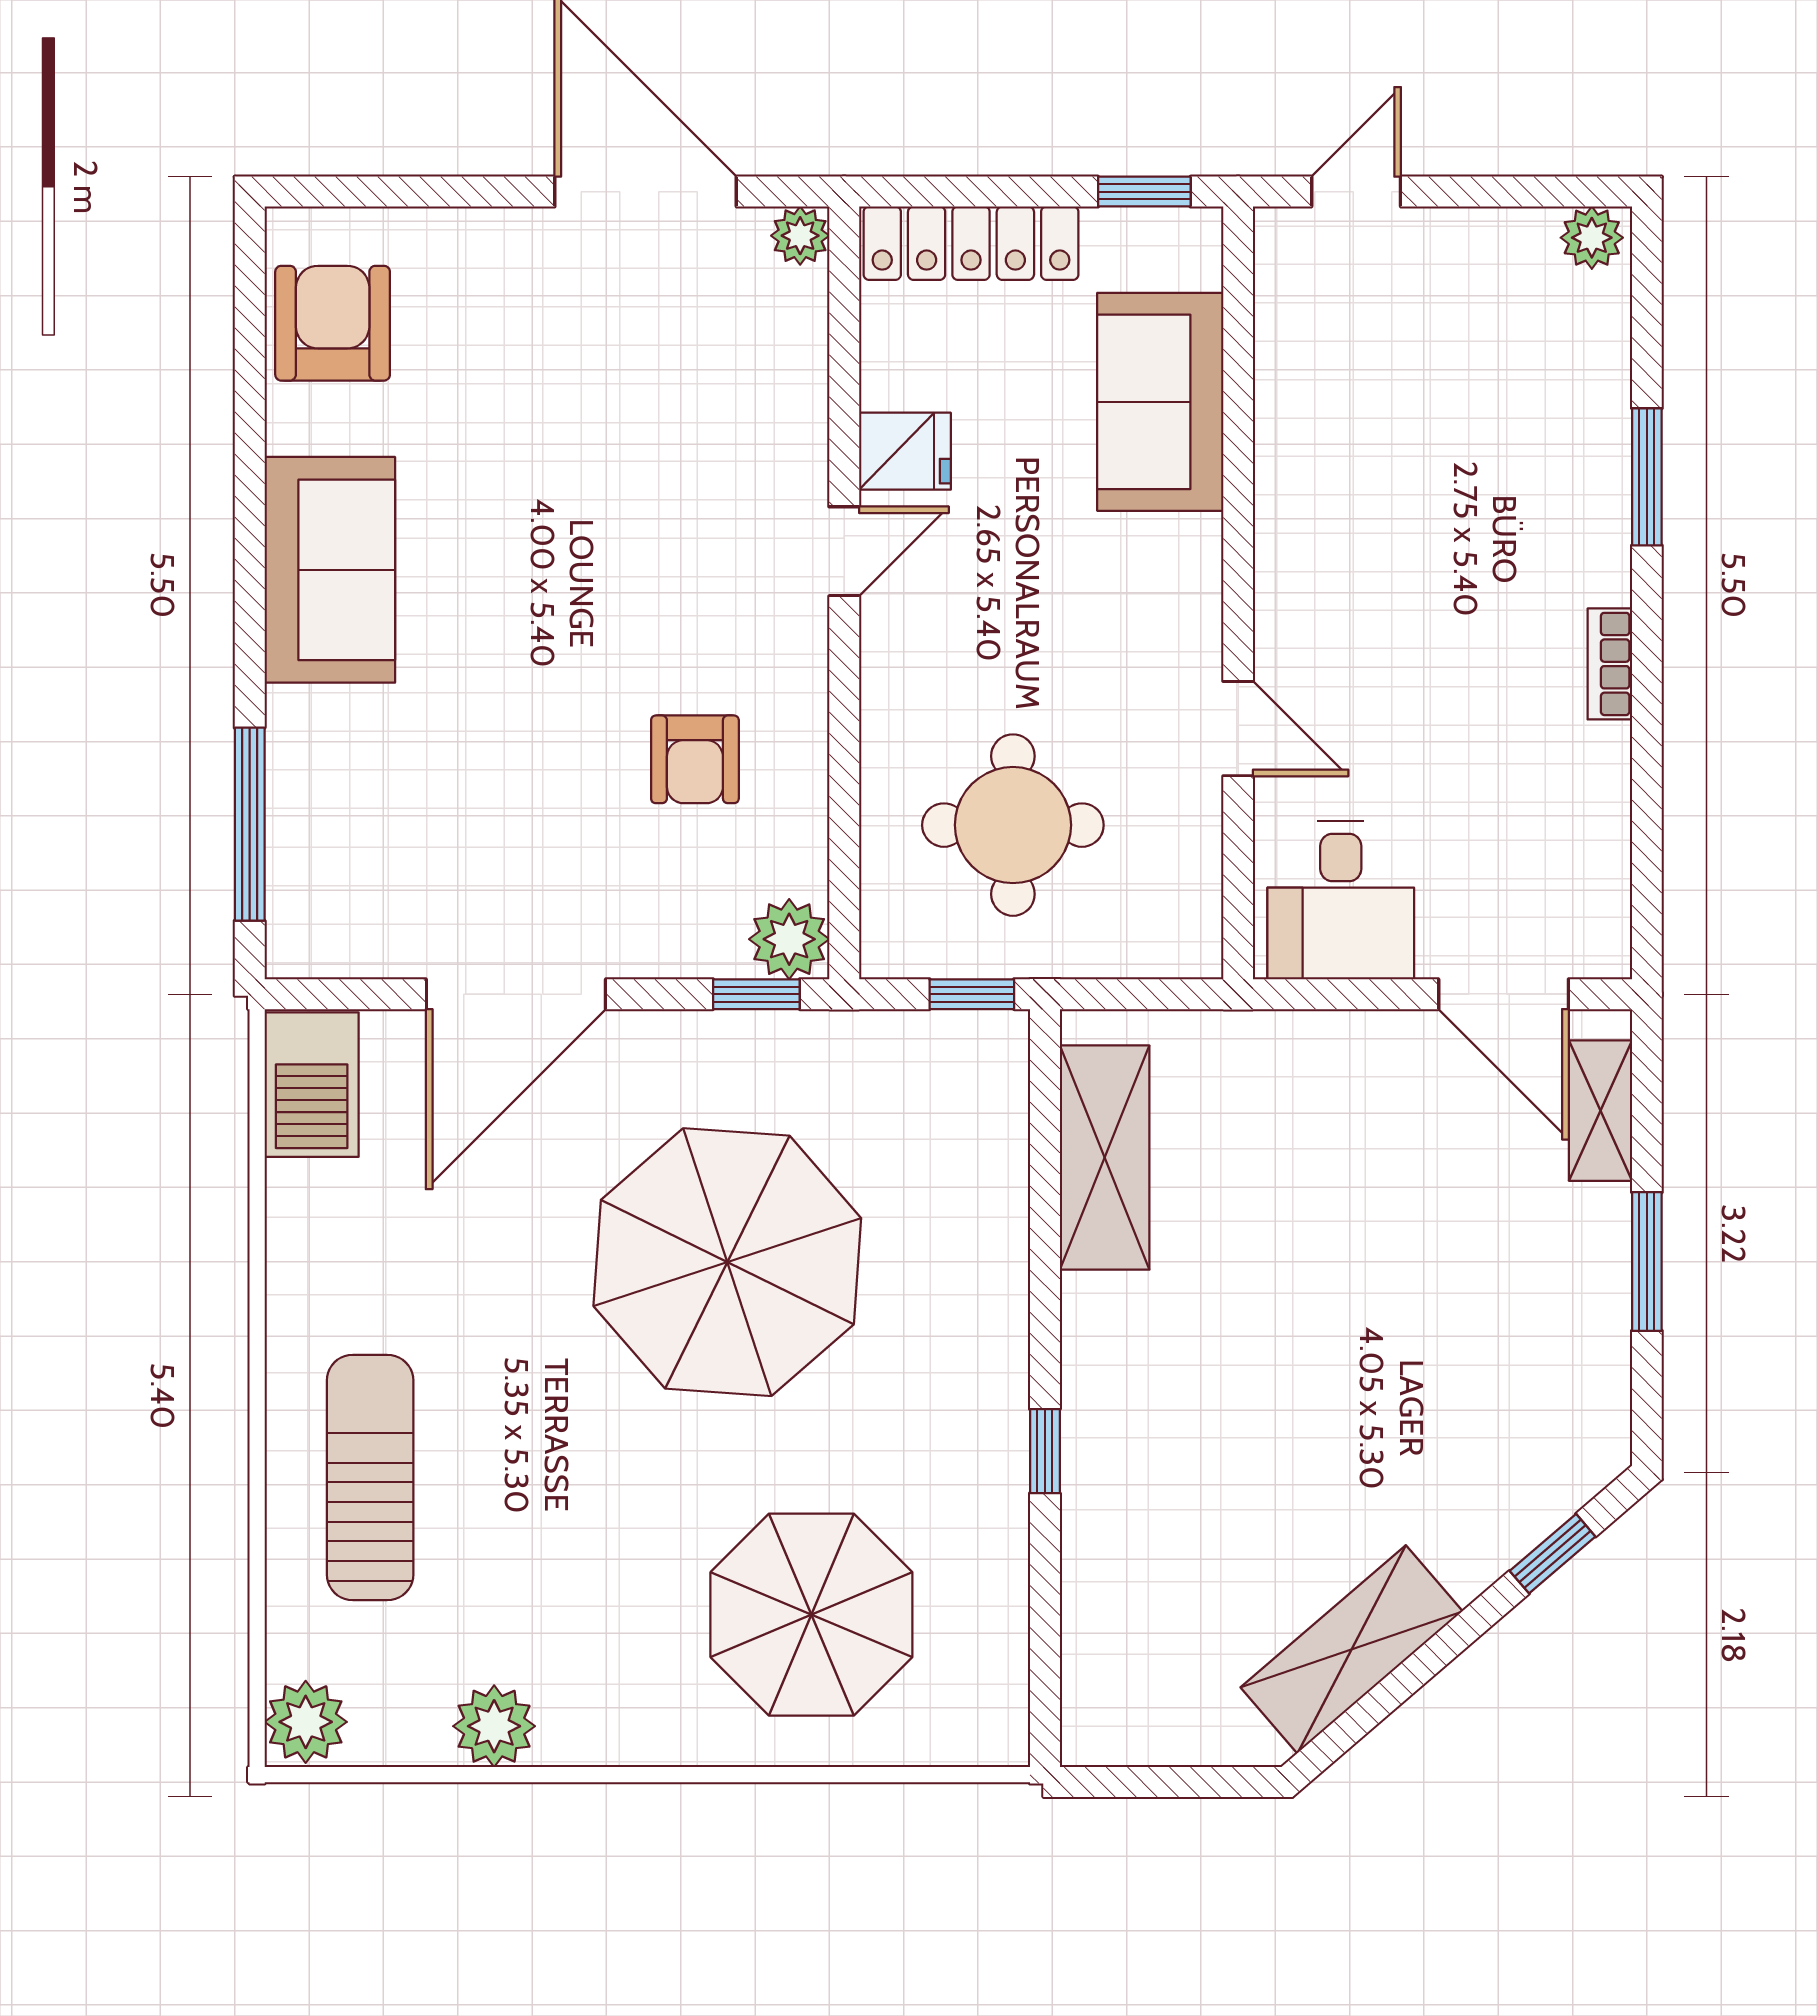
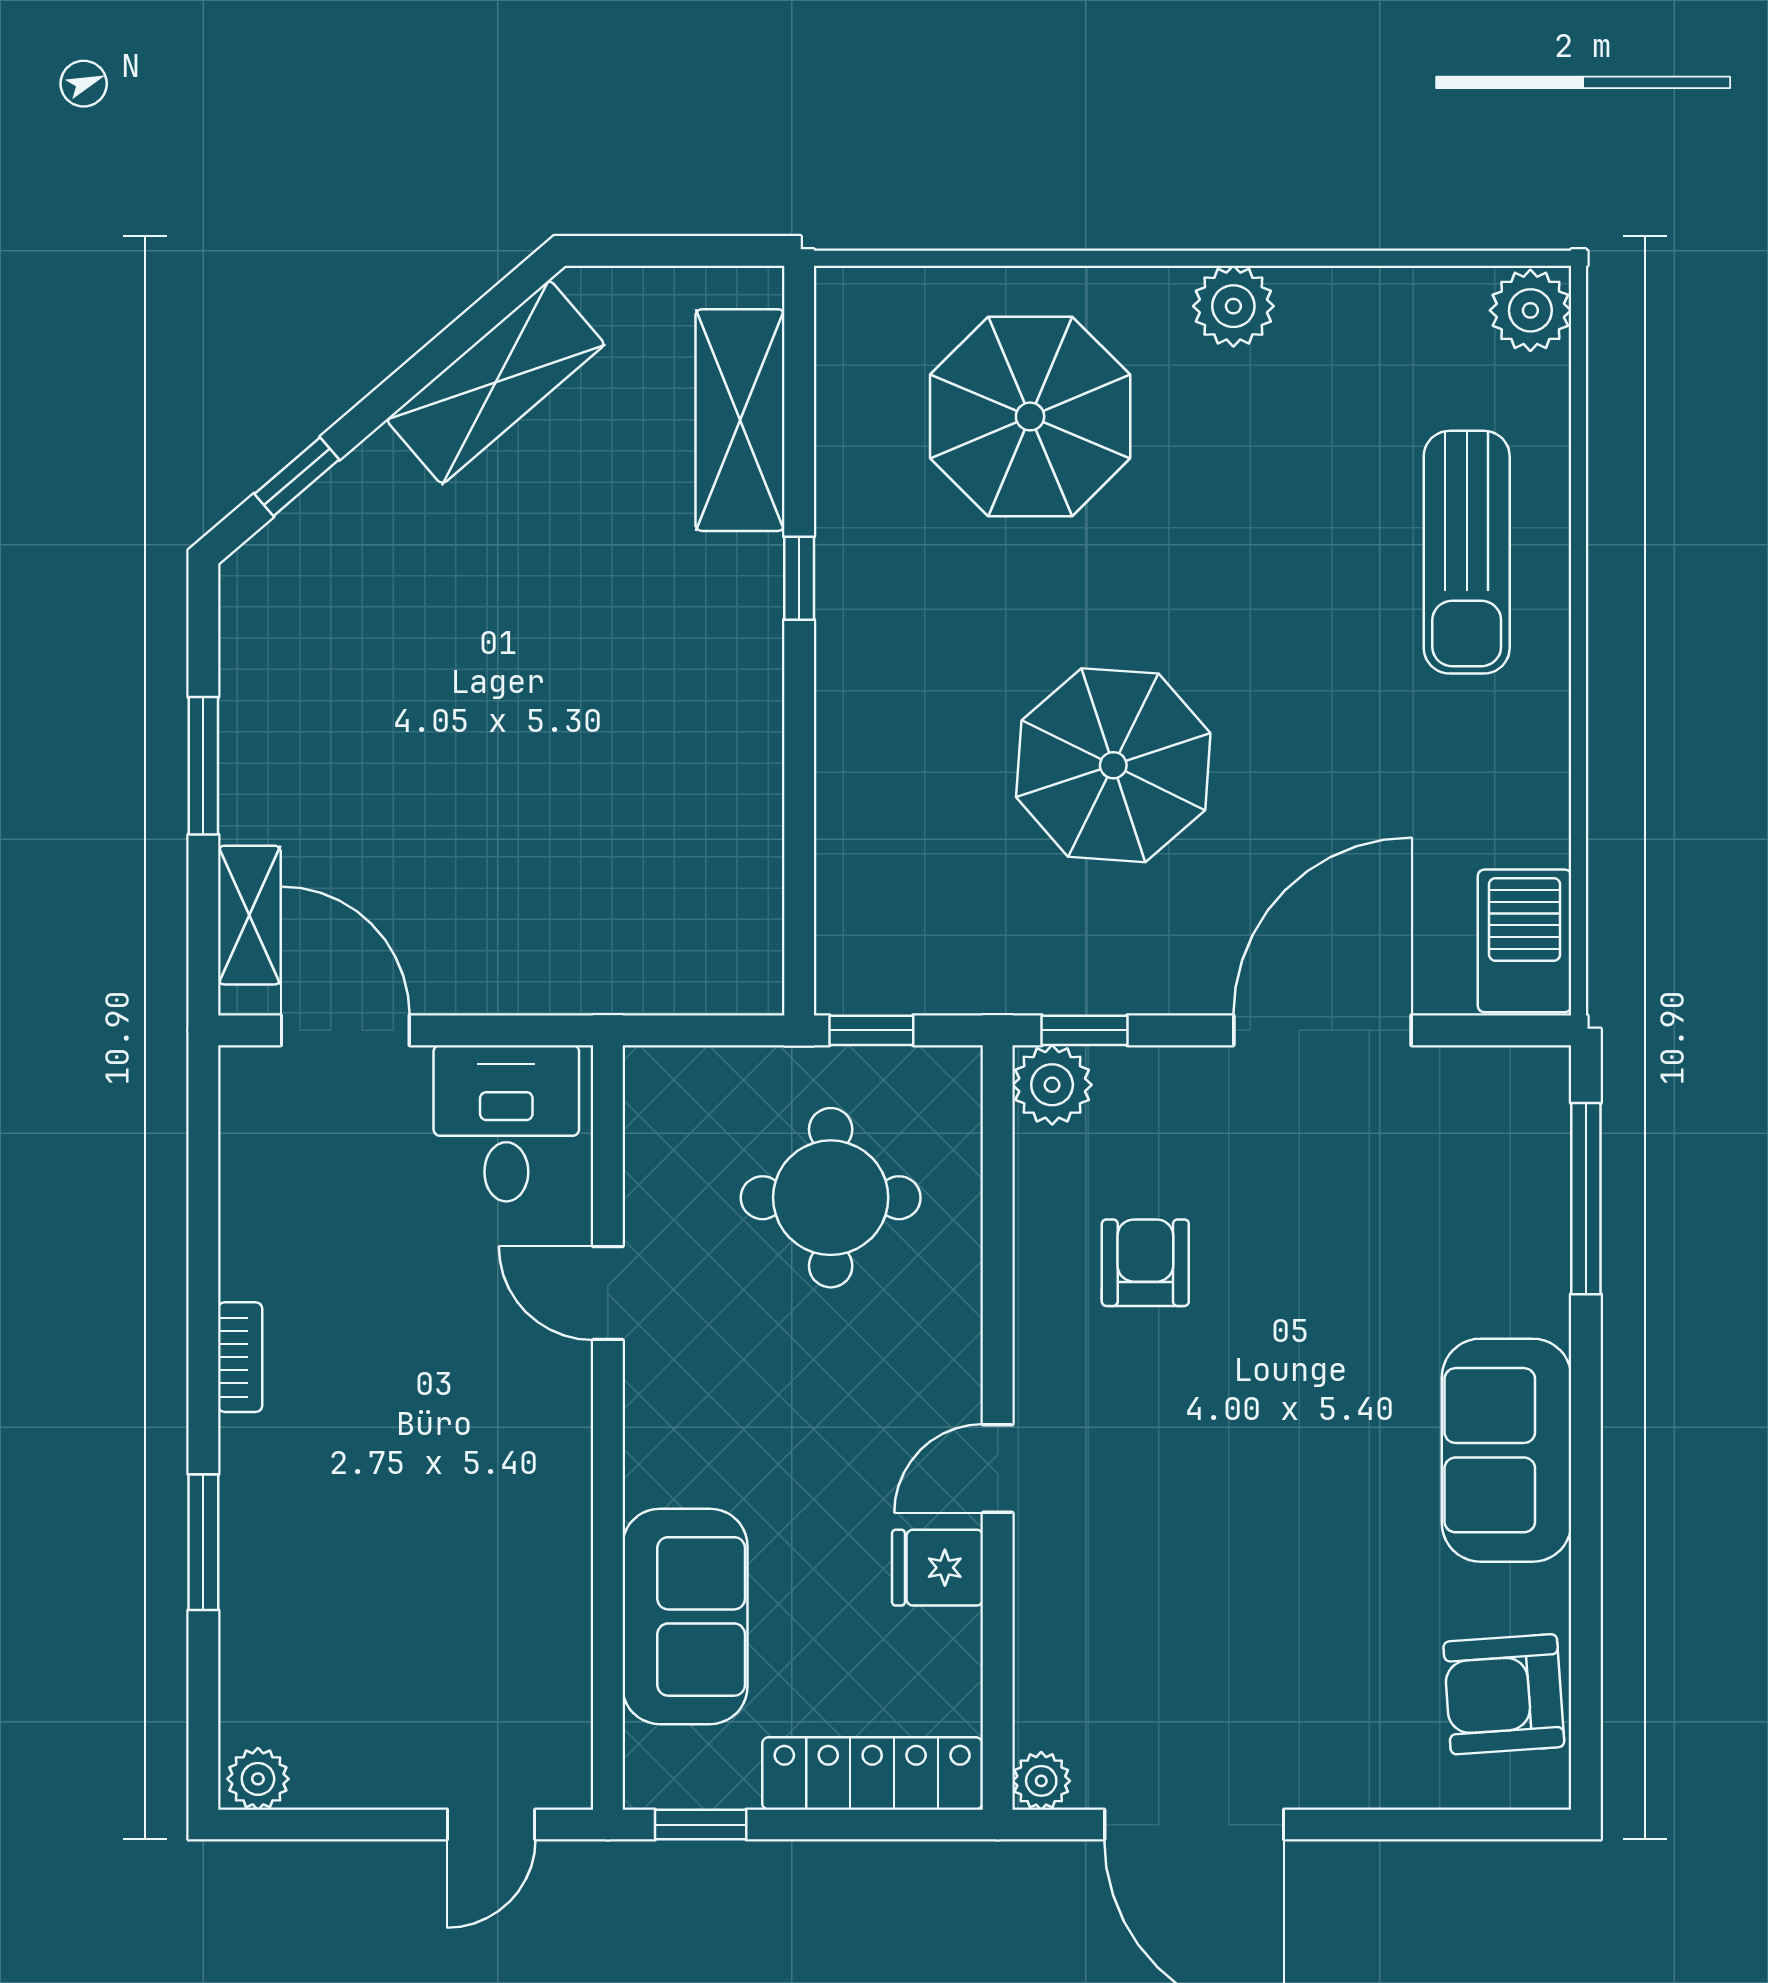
armchair: (333, 323) -> (1504, 1694), turned 86
shelving: (1105, 1158) -> (740, 420), moved
parasol: (727, 1262) -> (1113, 765), width x0.73, depth x0.73
plant: (494, 1726) -> (1233, 306), moved

